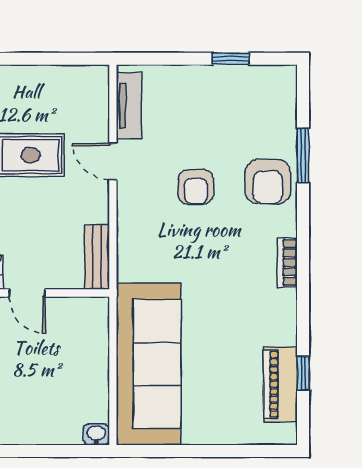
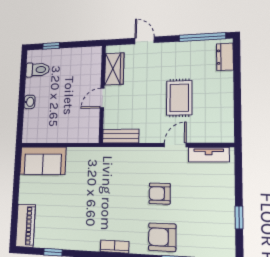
sofa: (149, 364) -> (43, 161), width x0.54, depth x0.79
piano: (280, 384) -> (25, 226), moved, turned 90
washbasin: (96, 434) -> (29, 102), moved

